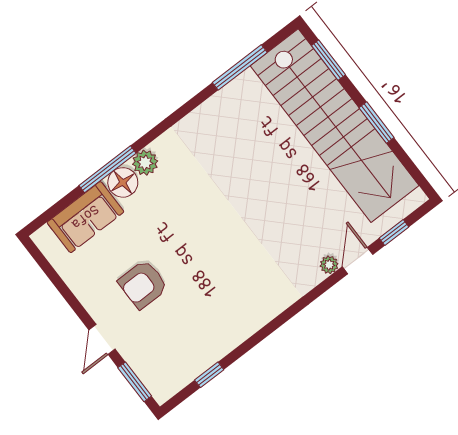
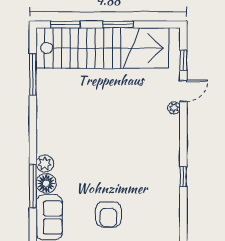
door: (358, 261) -> (183, 91), swing flipped
window: (209, 375) -> (183, 177), moved

